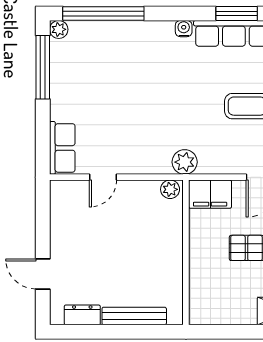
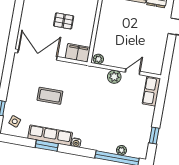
plant: (59, 29) -> (121, 150), moved
window: (43, 67) -> (154, 135), width x0.46
plant: (185, 162) -> (114, 77), moved

